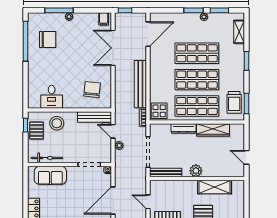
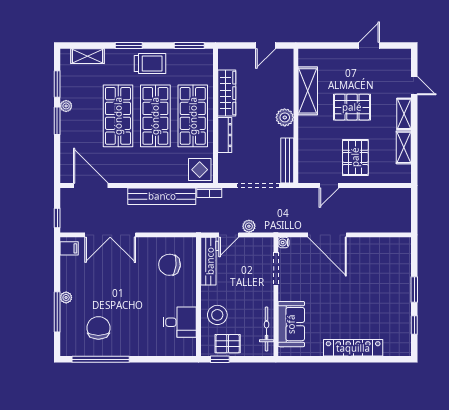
trolley: (234, 102) -> (150, 63), moved

